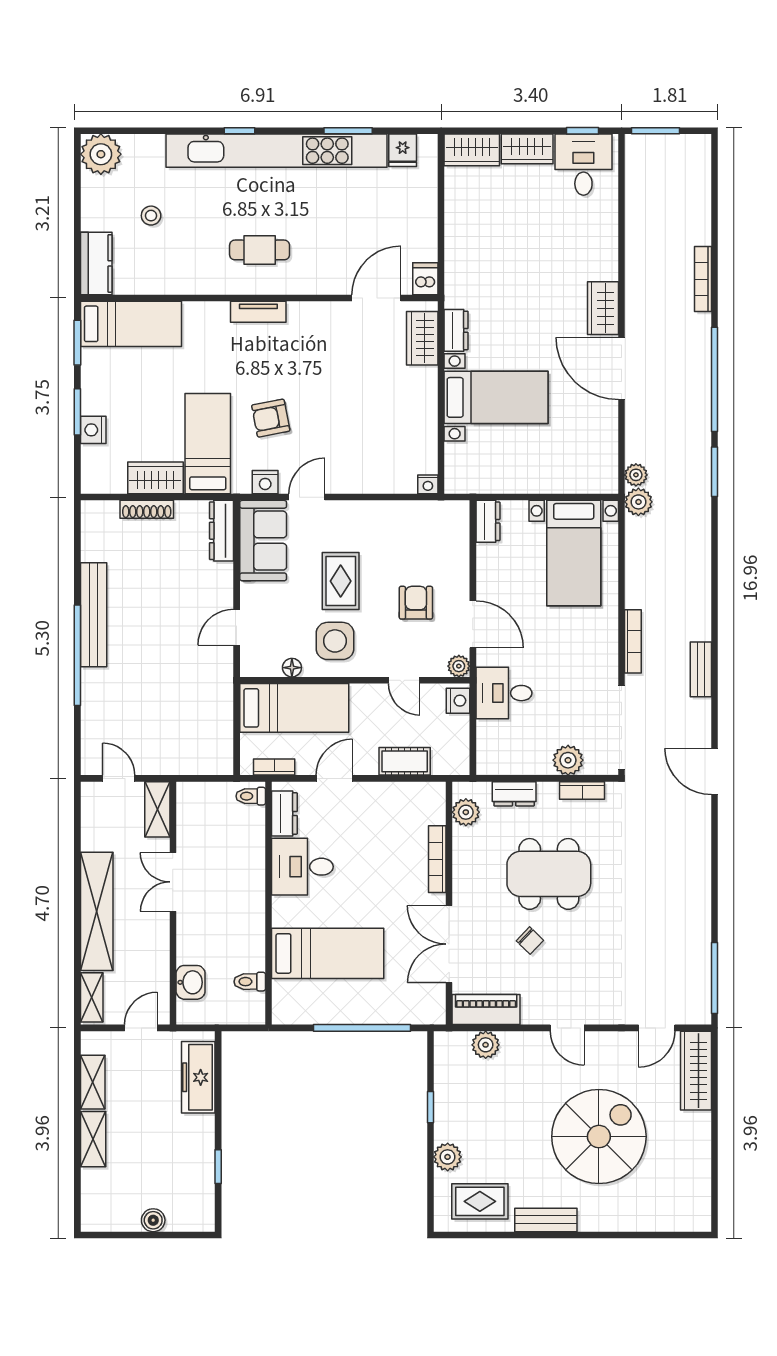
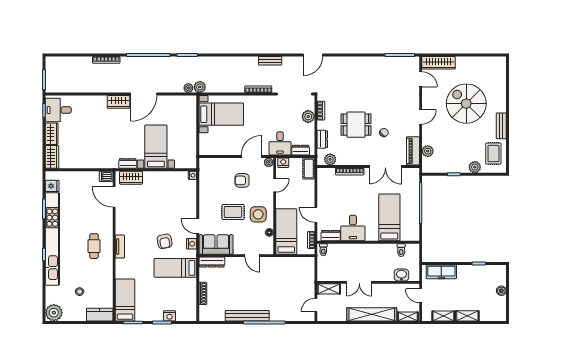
wardrobe: (155, 478) -> (190, 290), removed
dresser: (488, 521) -> (301, 150), moved
cot: (405, 761) -> (309, 169), moved
dining table: (549, 874) -> (356, 125), width x0.73

